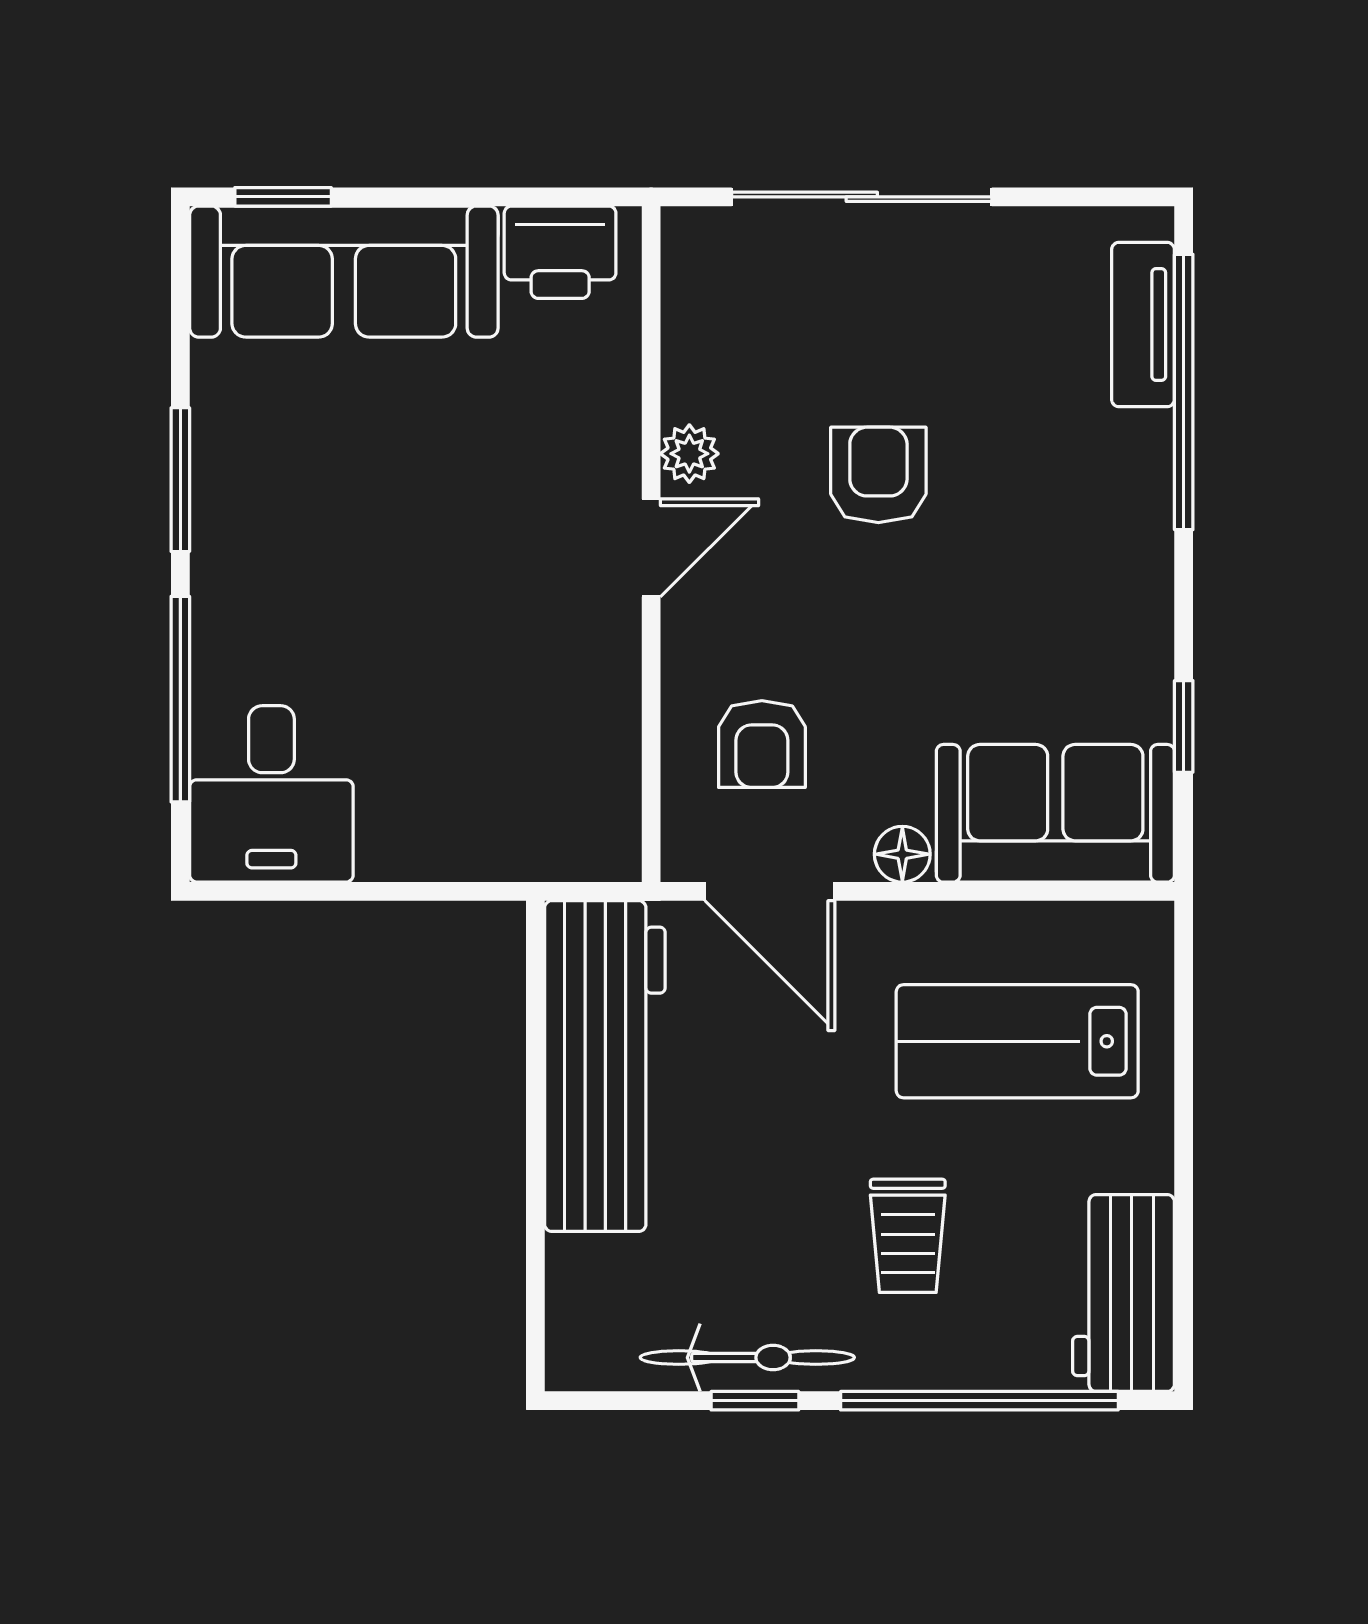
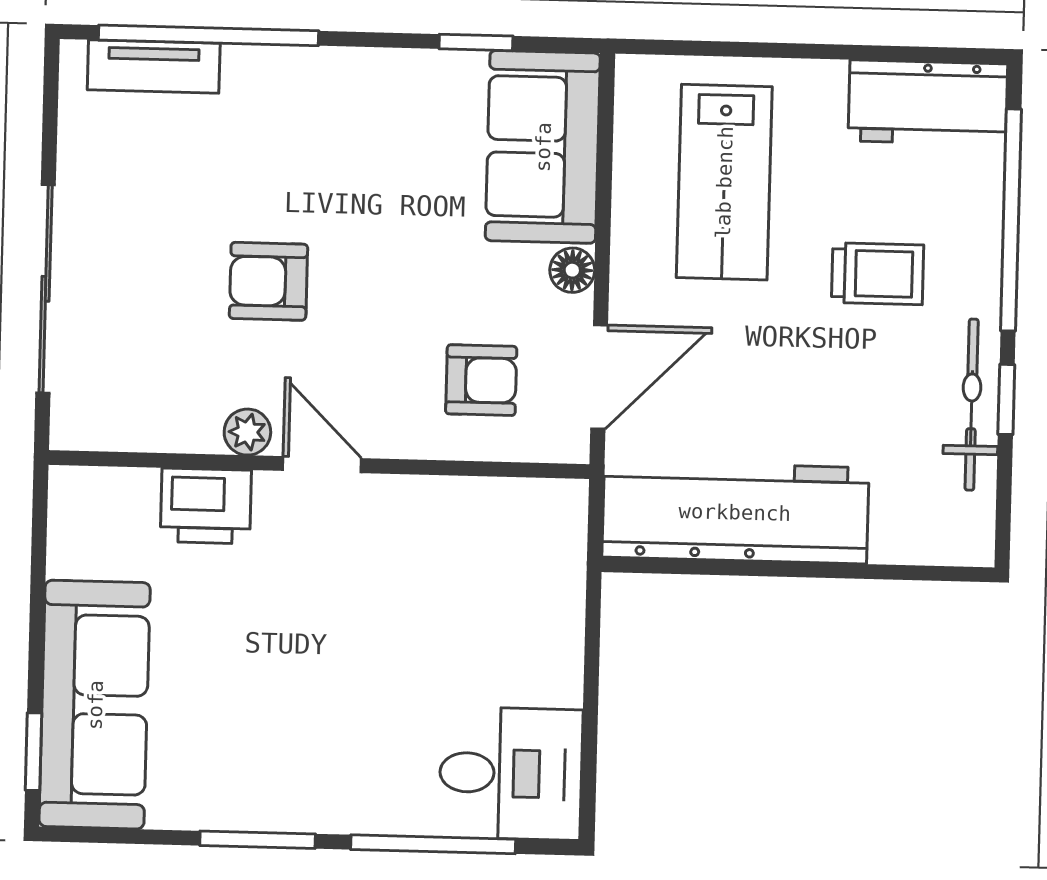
printer: (560, 252) -> (206, 506), moved, turned 90

